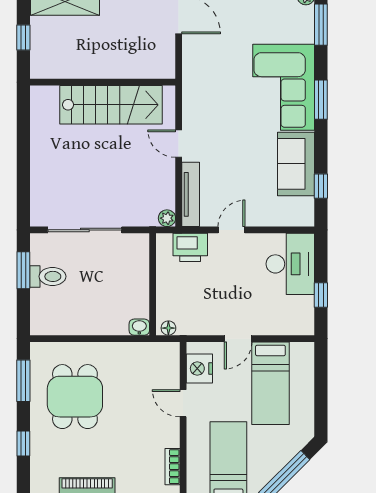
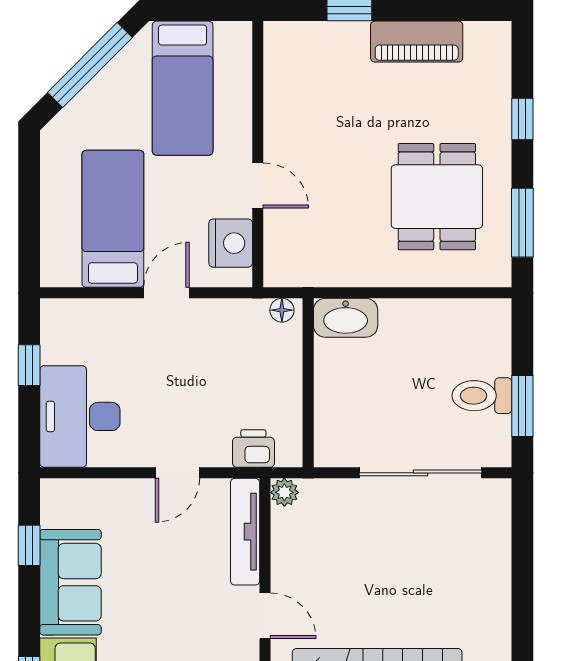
printer: (190, 247) -> (253, 448), width x0.73, depth x0.81
washbasin: (139, 327) -> (346, 318), width x1.91, depth x1.45
bookcase: (172, 467) -> (275, 81), removed

